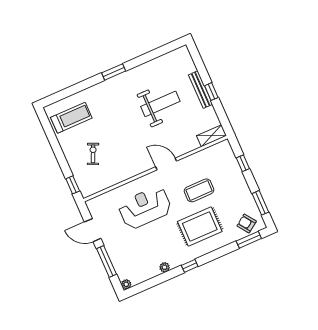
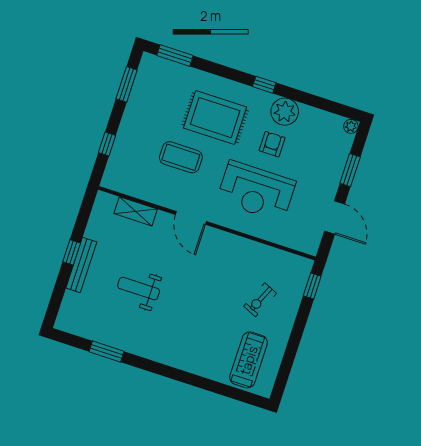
window: (114, 72) -> (106, 351), moved
weight bench: (160, 104) -> (139, 289), width x0.73, depth x0.75
treadmill: (71, 118) -> (249, 360), turned 90
shelving: (212, 136) -> (136, 211), moved
armchair: (247, 223) -> (272, 144), moved, turned -145
window: (106, 261) -> (350, 170), width x0.69
plant: (165, 267) -> (285, 112), width x1.88, depth x1.88

